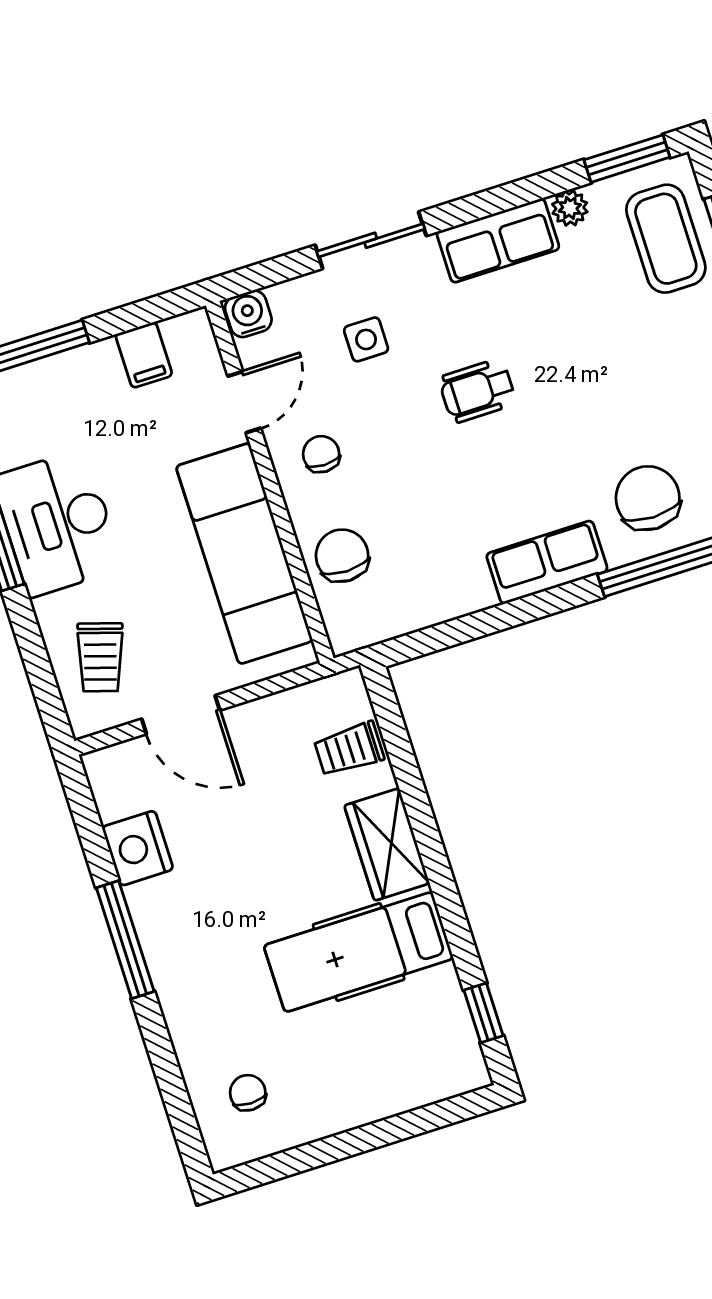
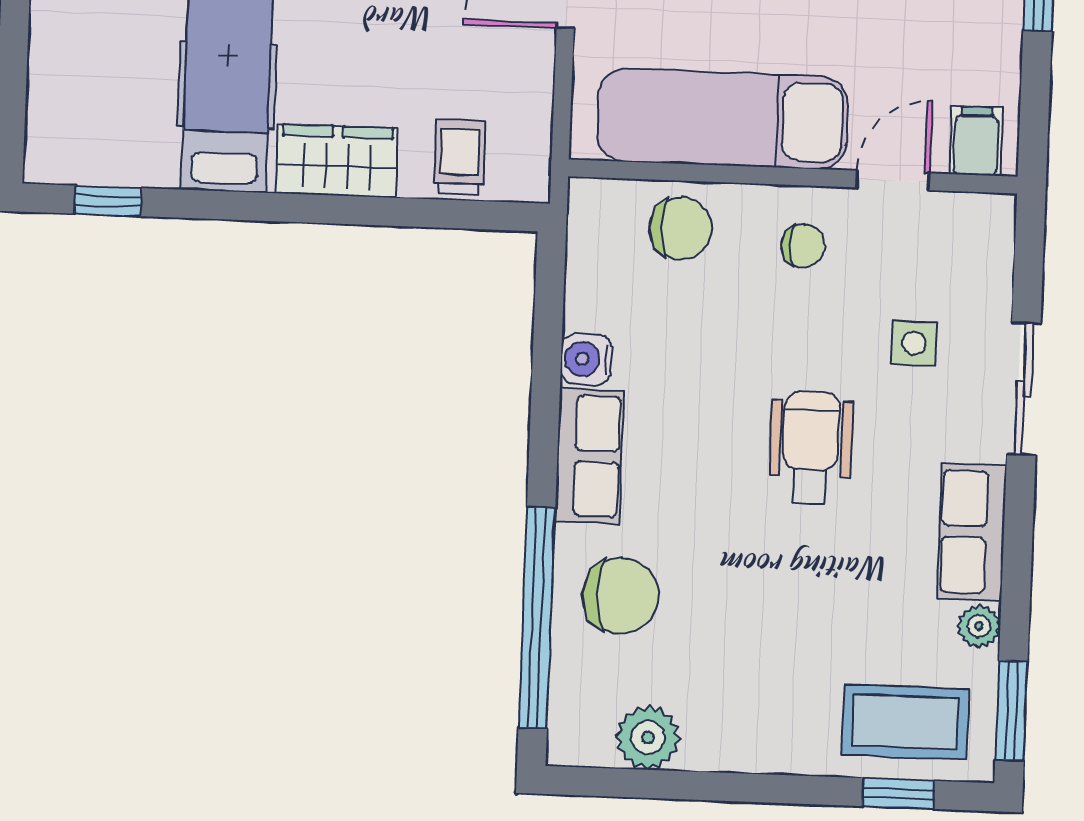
water cooler: (248, 314) -> (586, 359), moved, turned 180
filing cabinet: (144, 355) -> (976, 141), moved, turned 90
wheelchair: (477, 391) -> (811, 448), width x1.36, depth x1.37
door: (244, 402) -> (893, 180), swing flipped

